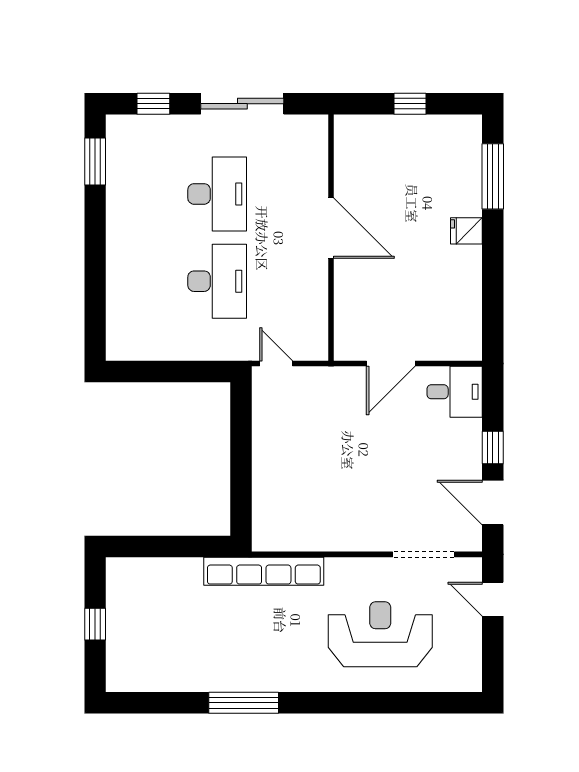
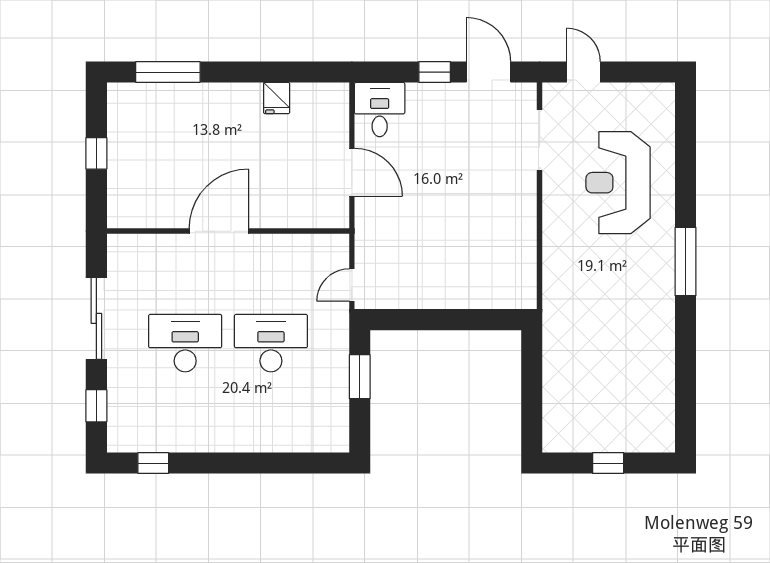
window: (95, 161) -> (153, 463), width x0.67
fridge: (466, 231) -> (277, 98), moved
window: (183, 371) -> (360, 377), added
door: (493, 502) -> (488, 72), swing flipped
row of seats: (264, 571) -> (556, 297), removed
door: (493, 599) -> (584, 72), swing flipped
window: (244, 703) -> (686, 262), moved

